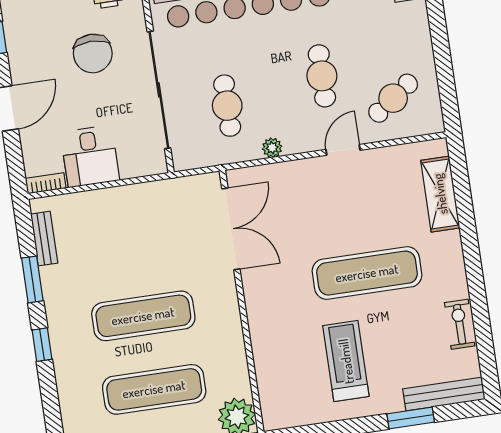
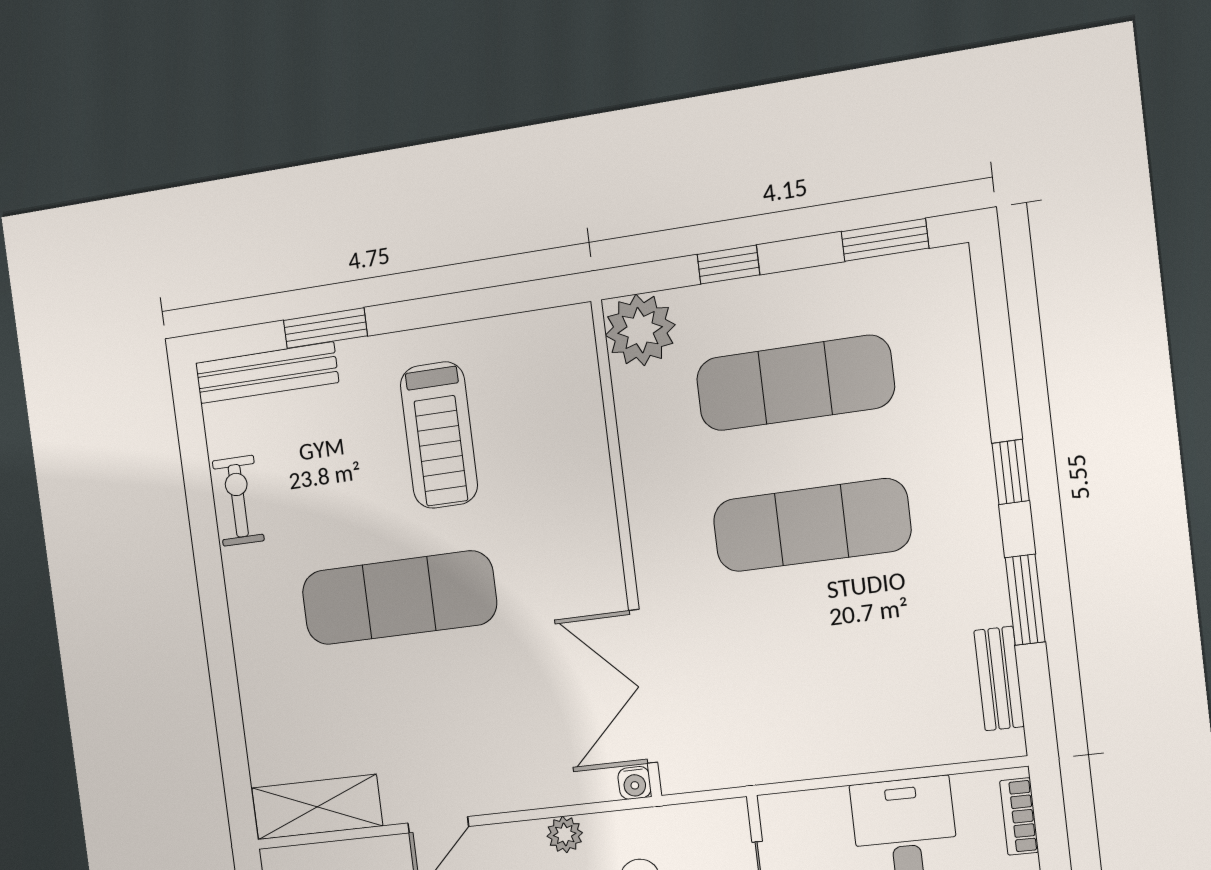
water cooler: (234, 177) -> (634, 783), added
bookcase: (46, 183) -> (1019, 817), moved, turned 90
shelving: (440, 194) -> (317, 807), moved, turned 90
exercise bike: (460, 324) -> (238, 501), turned 180

